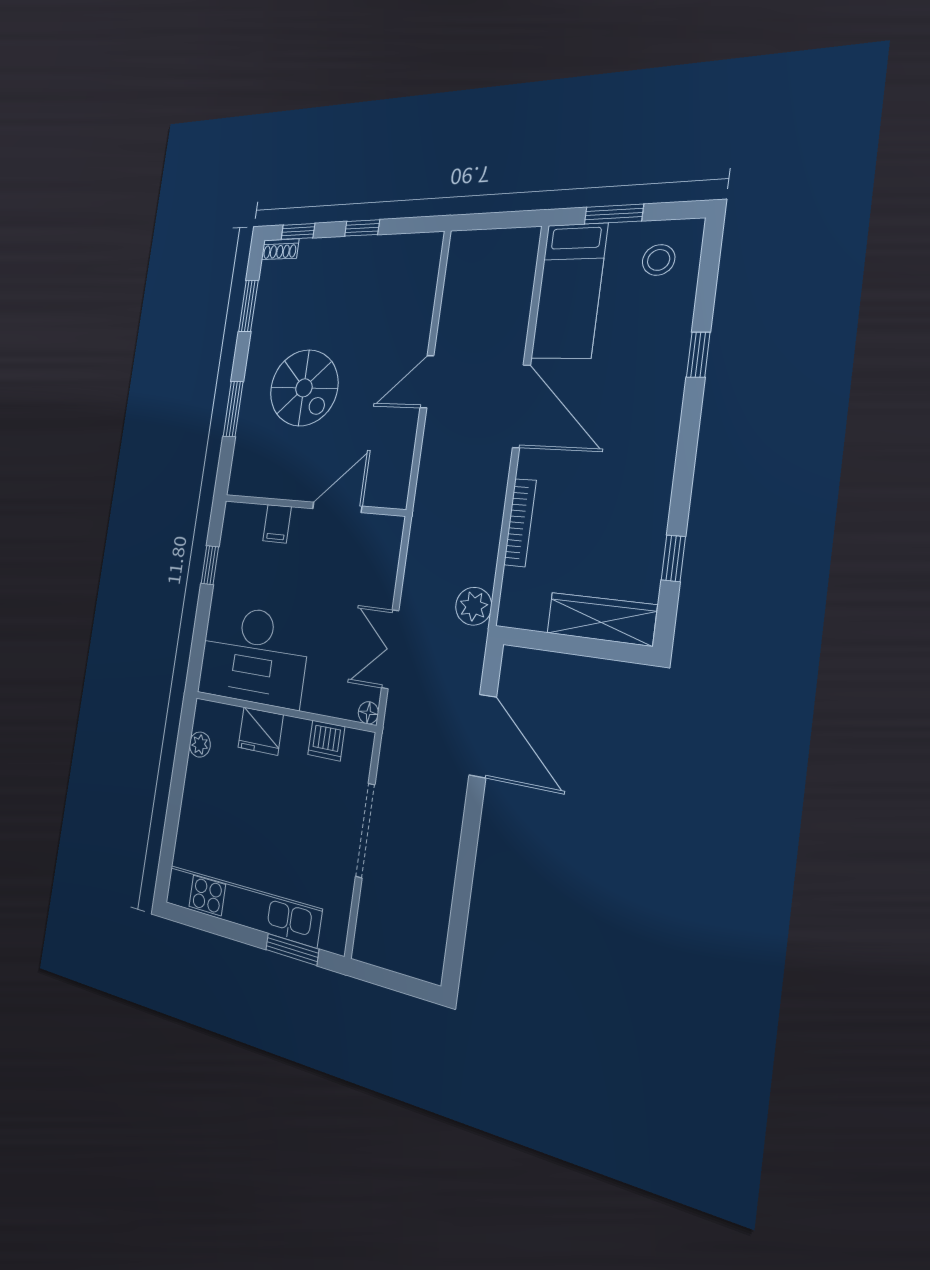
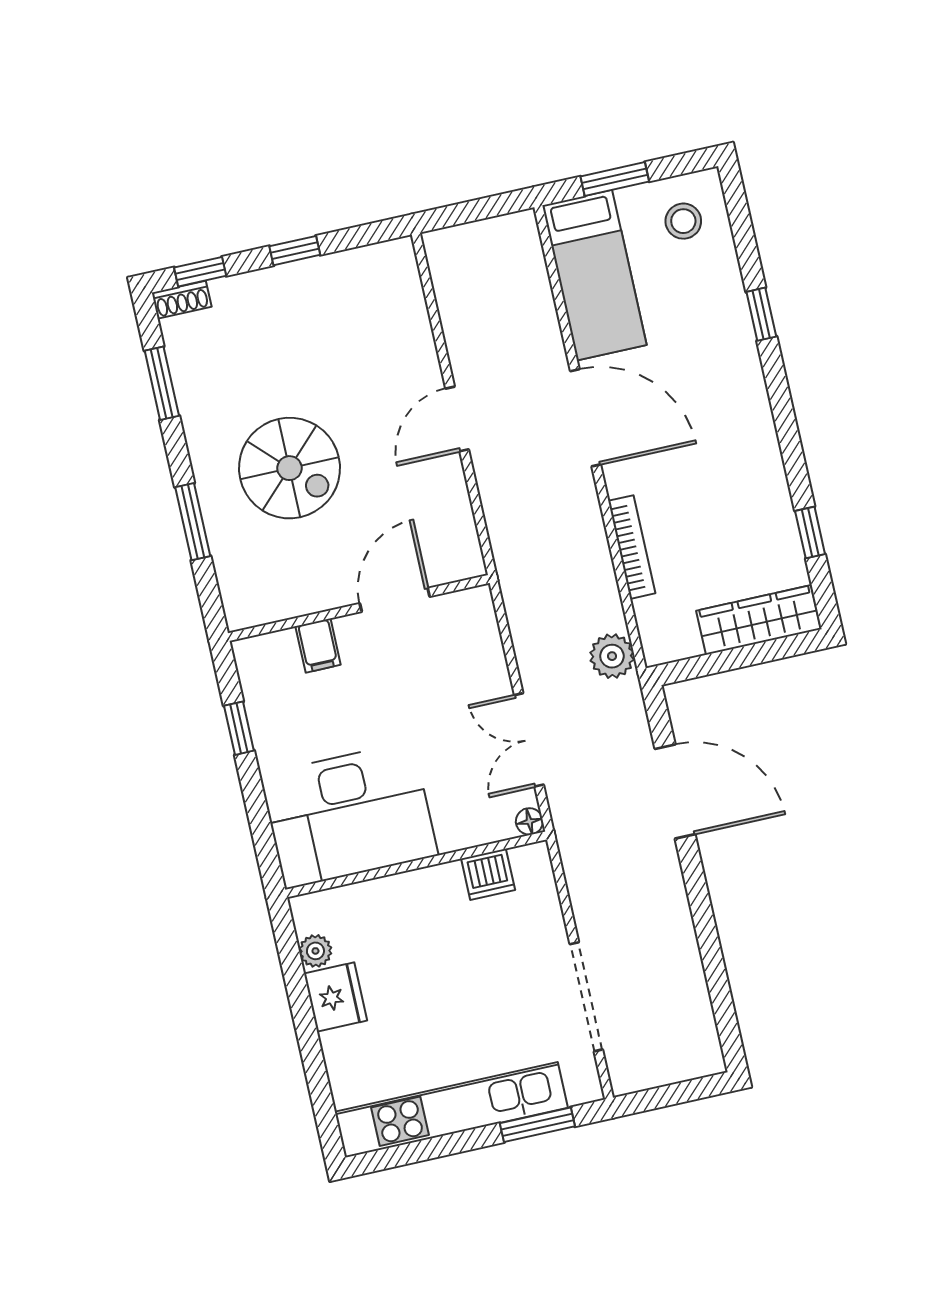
fridge: (261, 731) -> (336, 997), moved, turned -90
doorway: (365, 831) -> (586, 997), moved

